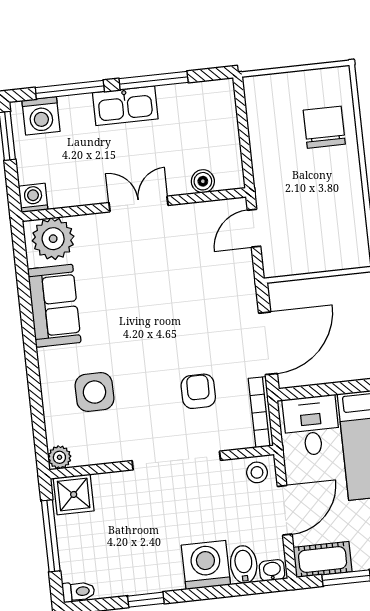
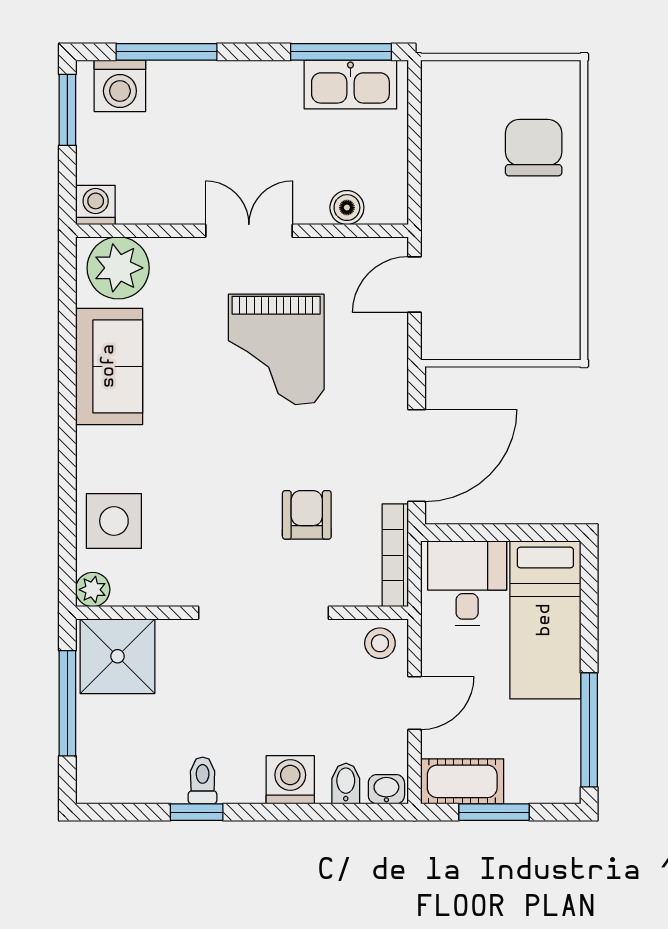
window: (154, 80) -> (341, 52), moved
kitchen sink: (125, 106) -> (350, 85), moved
grand piano: (166, 282) -> (276, 349), added
side table: (94, 392) -> (114, 521), moved
shower: (74, 494) -> (117, 656), width x1.36, depth x1.36
door: (285, 510) -> (415, 703), width x0.73
bidet: (244, 564) -> (346, 783), width x0.72, depth x0.74
washing machine: (206, 565) -> (290, 780), width x0.73, depth x0.73
toilet: (78, 592) -> (203, 781), moved, turned -90

